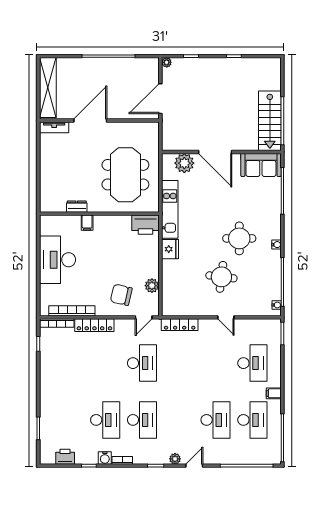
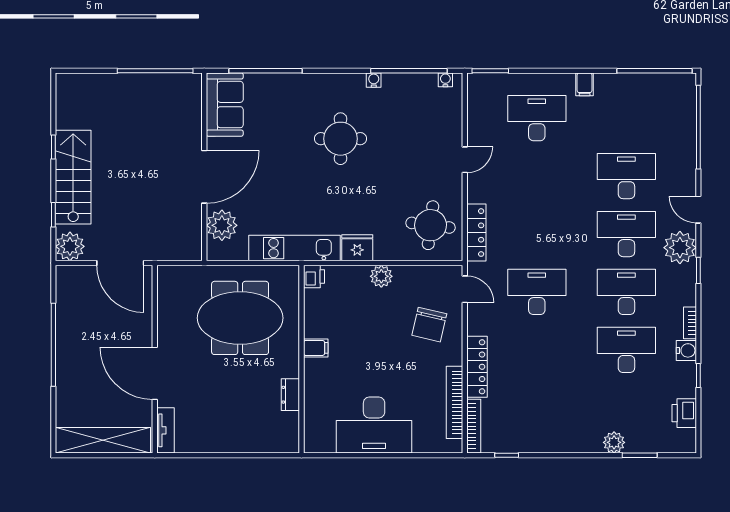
plant: (167, 62) -> (70, 246), width x1.88, depth x1.88
stairs: (270, 121) -> (73, 177), moved, turned -90
filing cabinet: (87, 223) -> (316, 348), moved
printer: (145, 225) -> (314, 276), width x0.53, depth x0.68
water cooler: (276, 245) -> (374, 80), moved
round table: (221, 277) -> (431, 225), moved
plant: (152, 286) -> (381, 276), moved
plant: (46, 412) -> (614, 442), added
desk: (252, 420) -> (626, 234), moved
plant: (175, 459) -> (680, 248), width x1.87, depth x1.87

